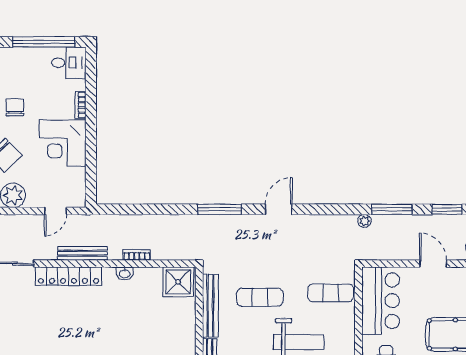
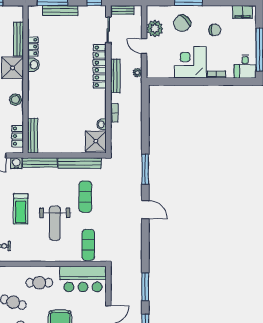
door: (55, 211) -> (144, 46), moved
plant: (364, 221) -> (137, 73), moved
washbasin: (125, 274) -> (102, 124), moved

